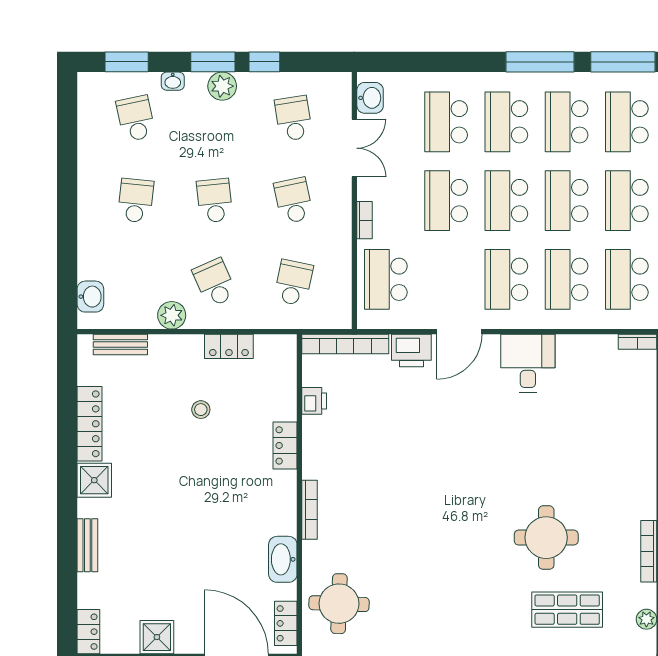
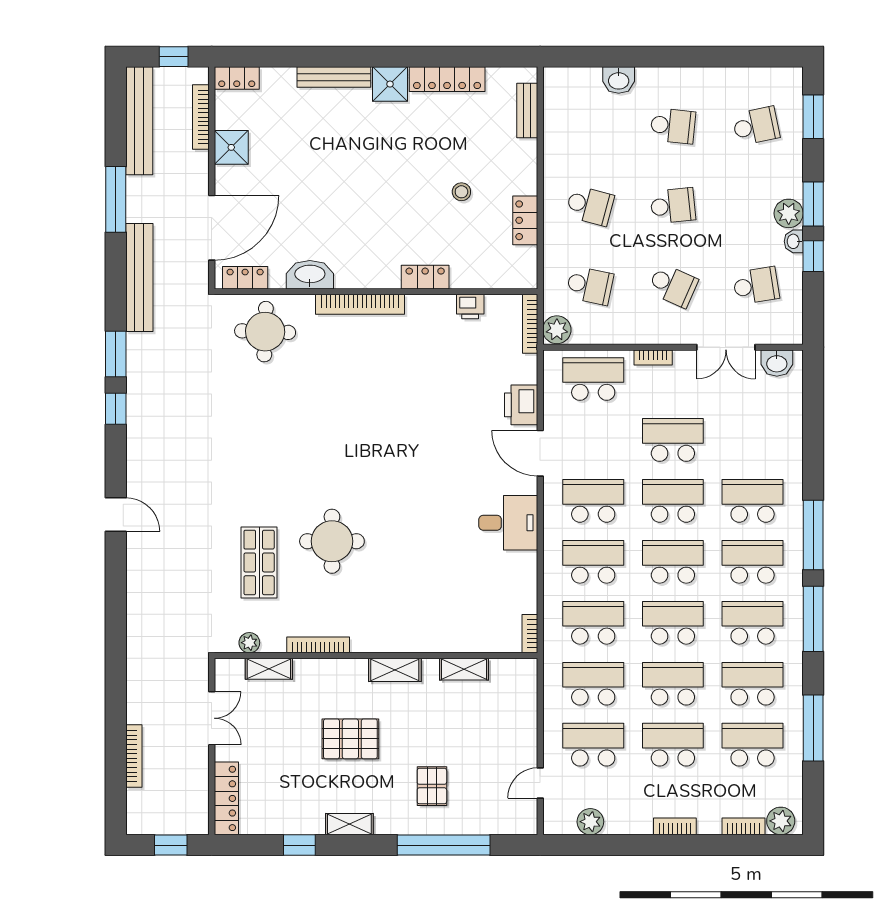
washbasin: (173, 81) -> (794, 241), moved
school desk: (446, 122) -> (753, 440), removed
school desk: (293, 201) -> (673, 286), turned 36
school desk: (215, 283) -> (590, 206), turned 39
washbasin: (90, 297) -> (619, 80), moved
plant: (172, 315) -> (557, 330), moved
bookcase: (345, 344) -> (530, 324), width x0.68, depth x0.76
bookcase: (310, 510) -> (360, 304), width x1.48, depth x1.31
bench: (87, 545) -> (334, 77), width x1.36

